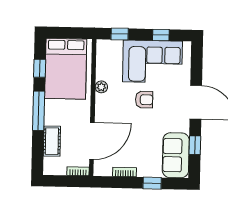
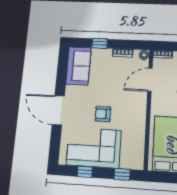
plant: (101, 87) -> (144, 55), moved
door: (92, 141) -> (150, 80), width x0.73
window: (195, 145) -> (62, 74), removed

